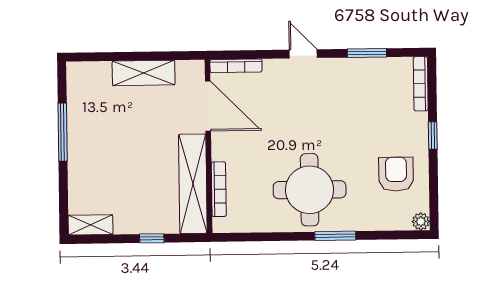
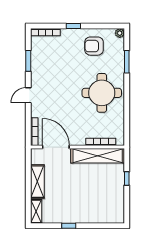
door: (208, 106) -> (56, 147), hinge flipped
window: (63, 132) -> (69, 226), width x0.46
shelving: (90, 225) -> (36, 211), moved
window: (335, 236) -> (127, 62), moved

